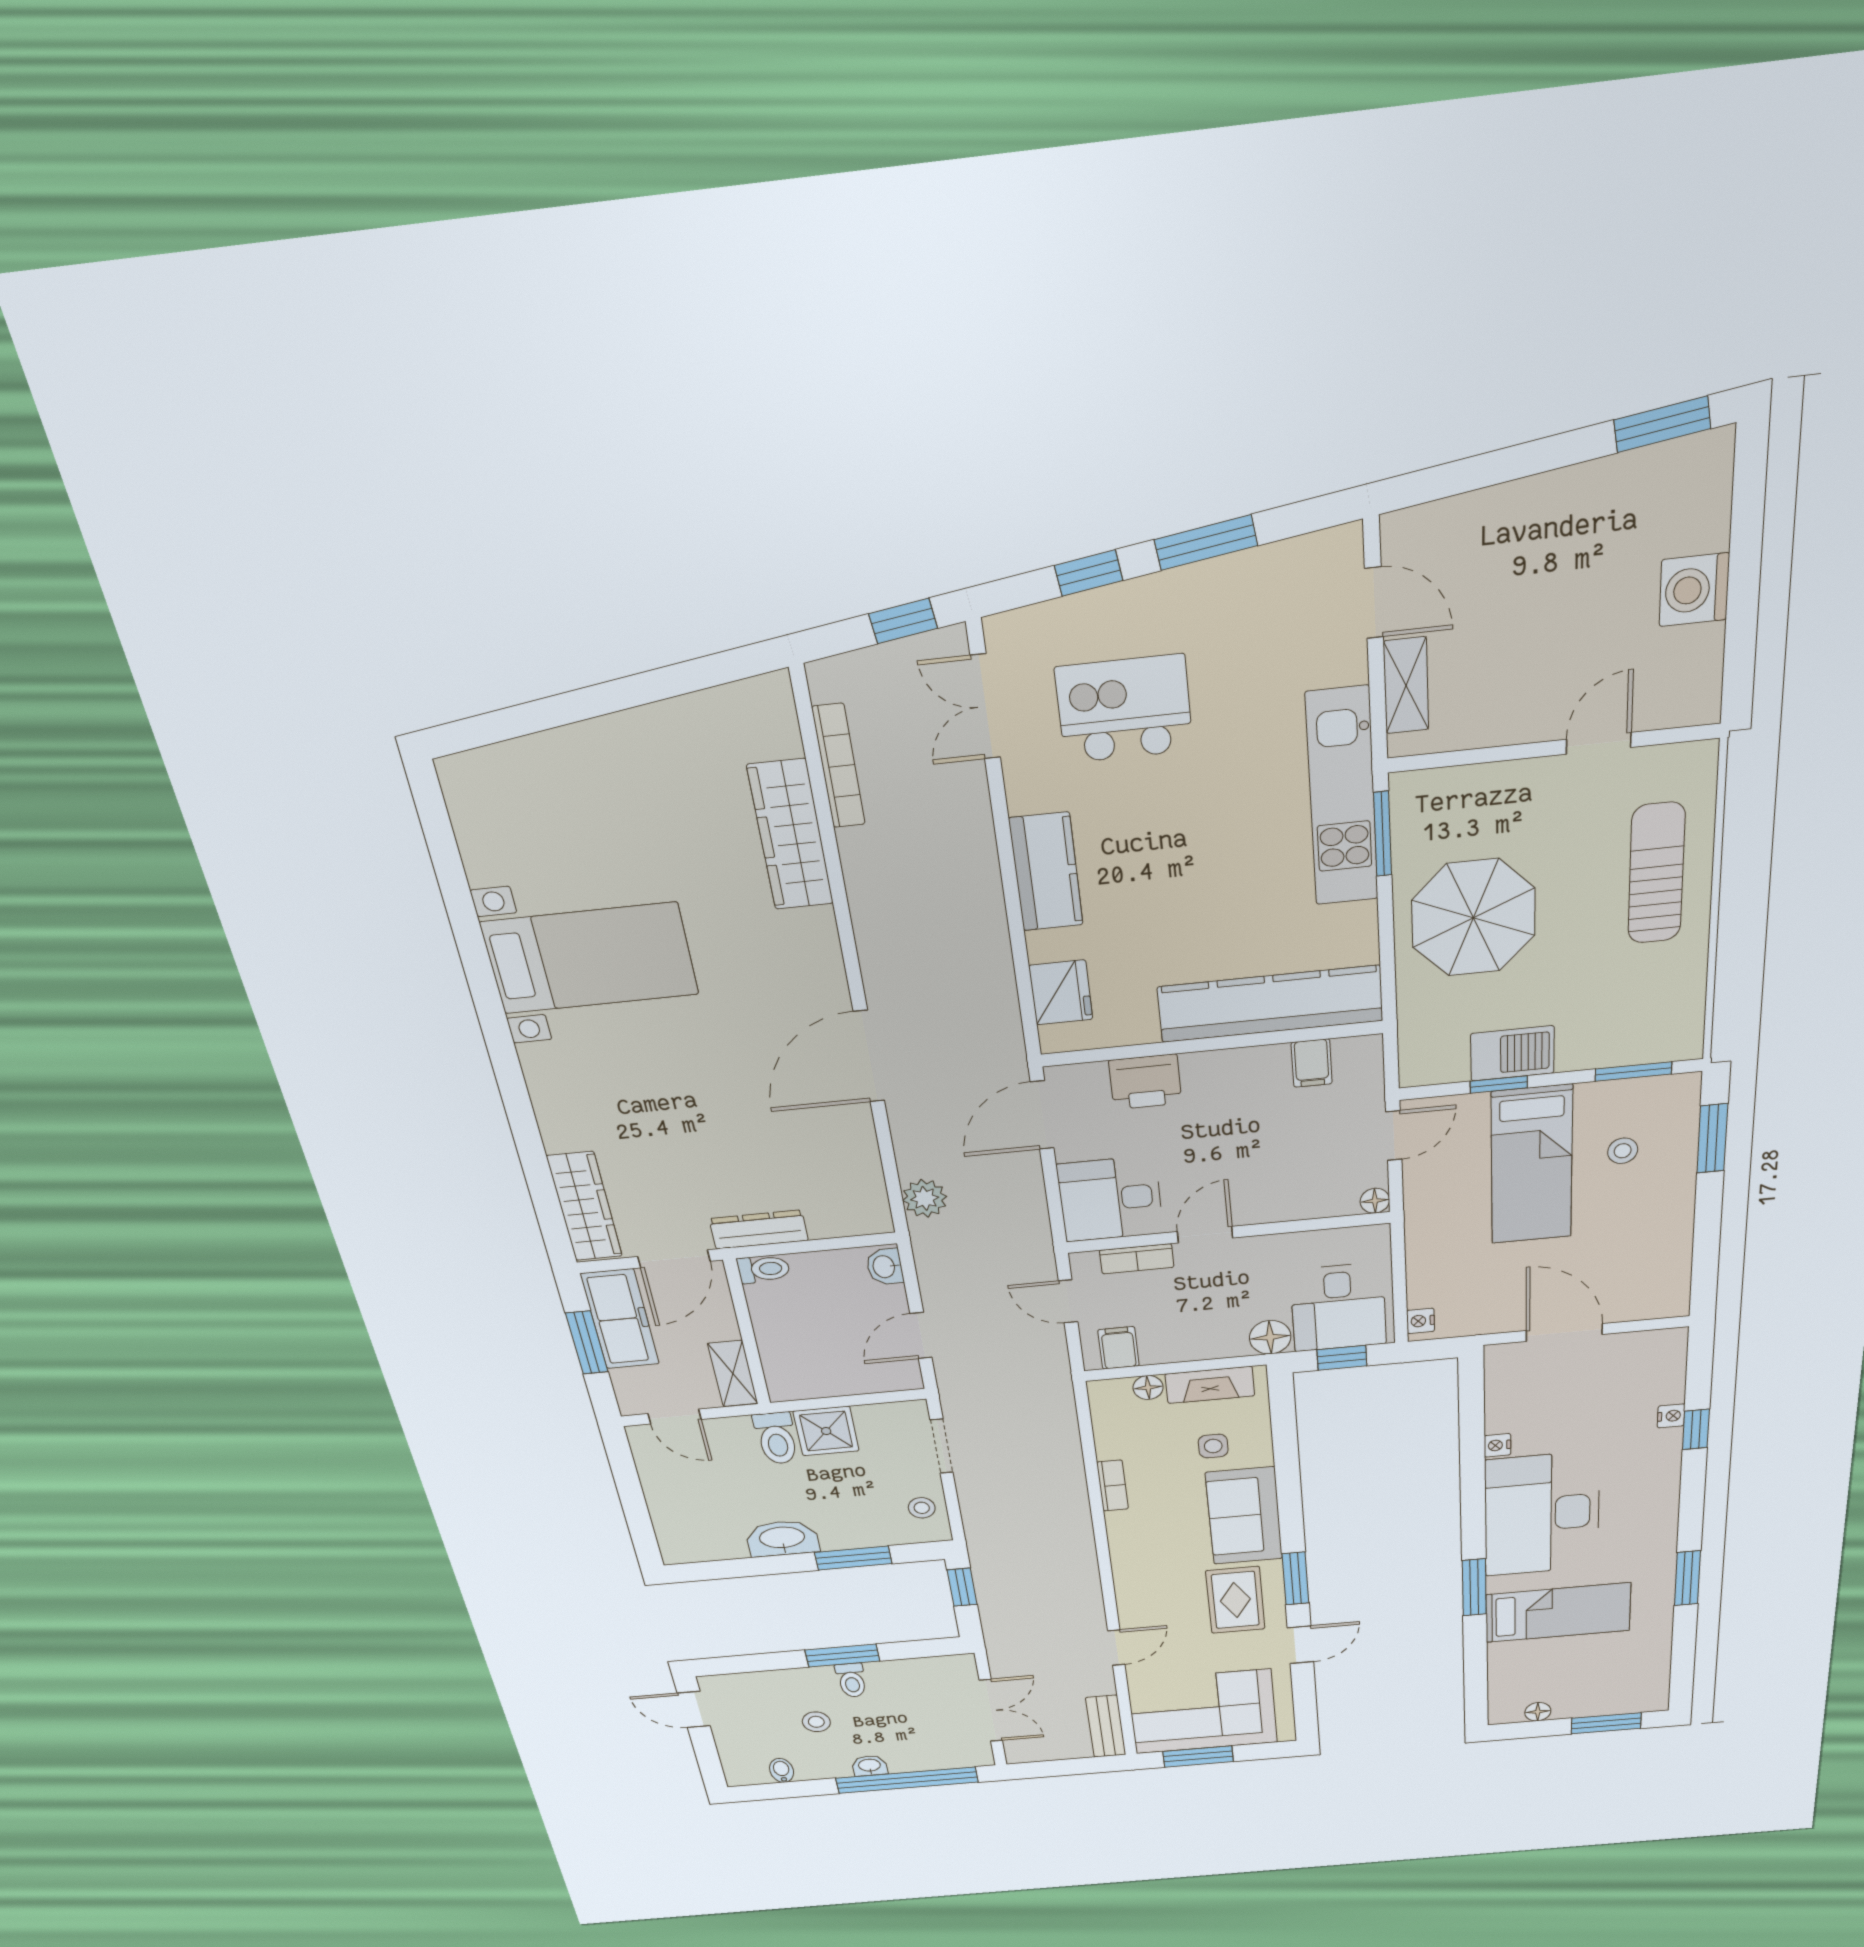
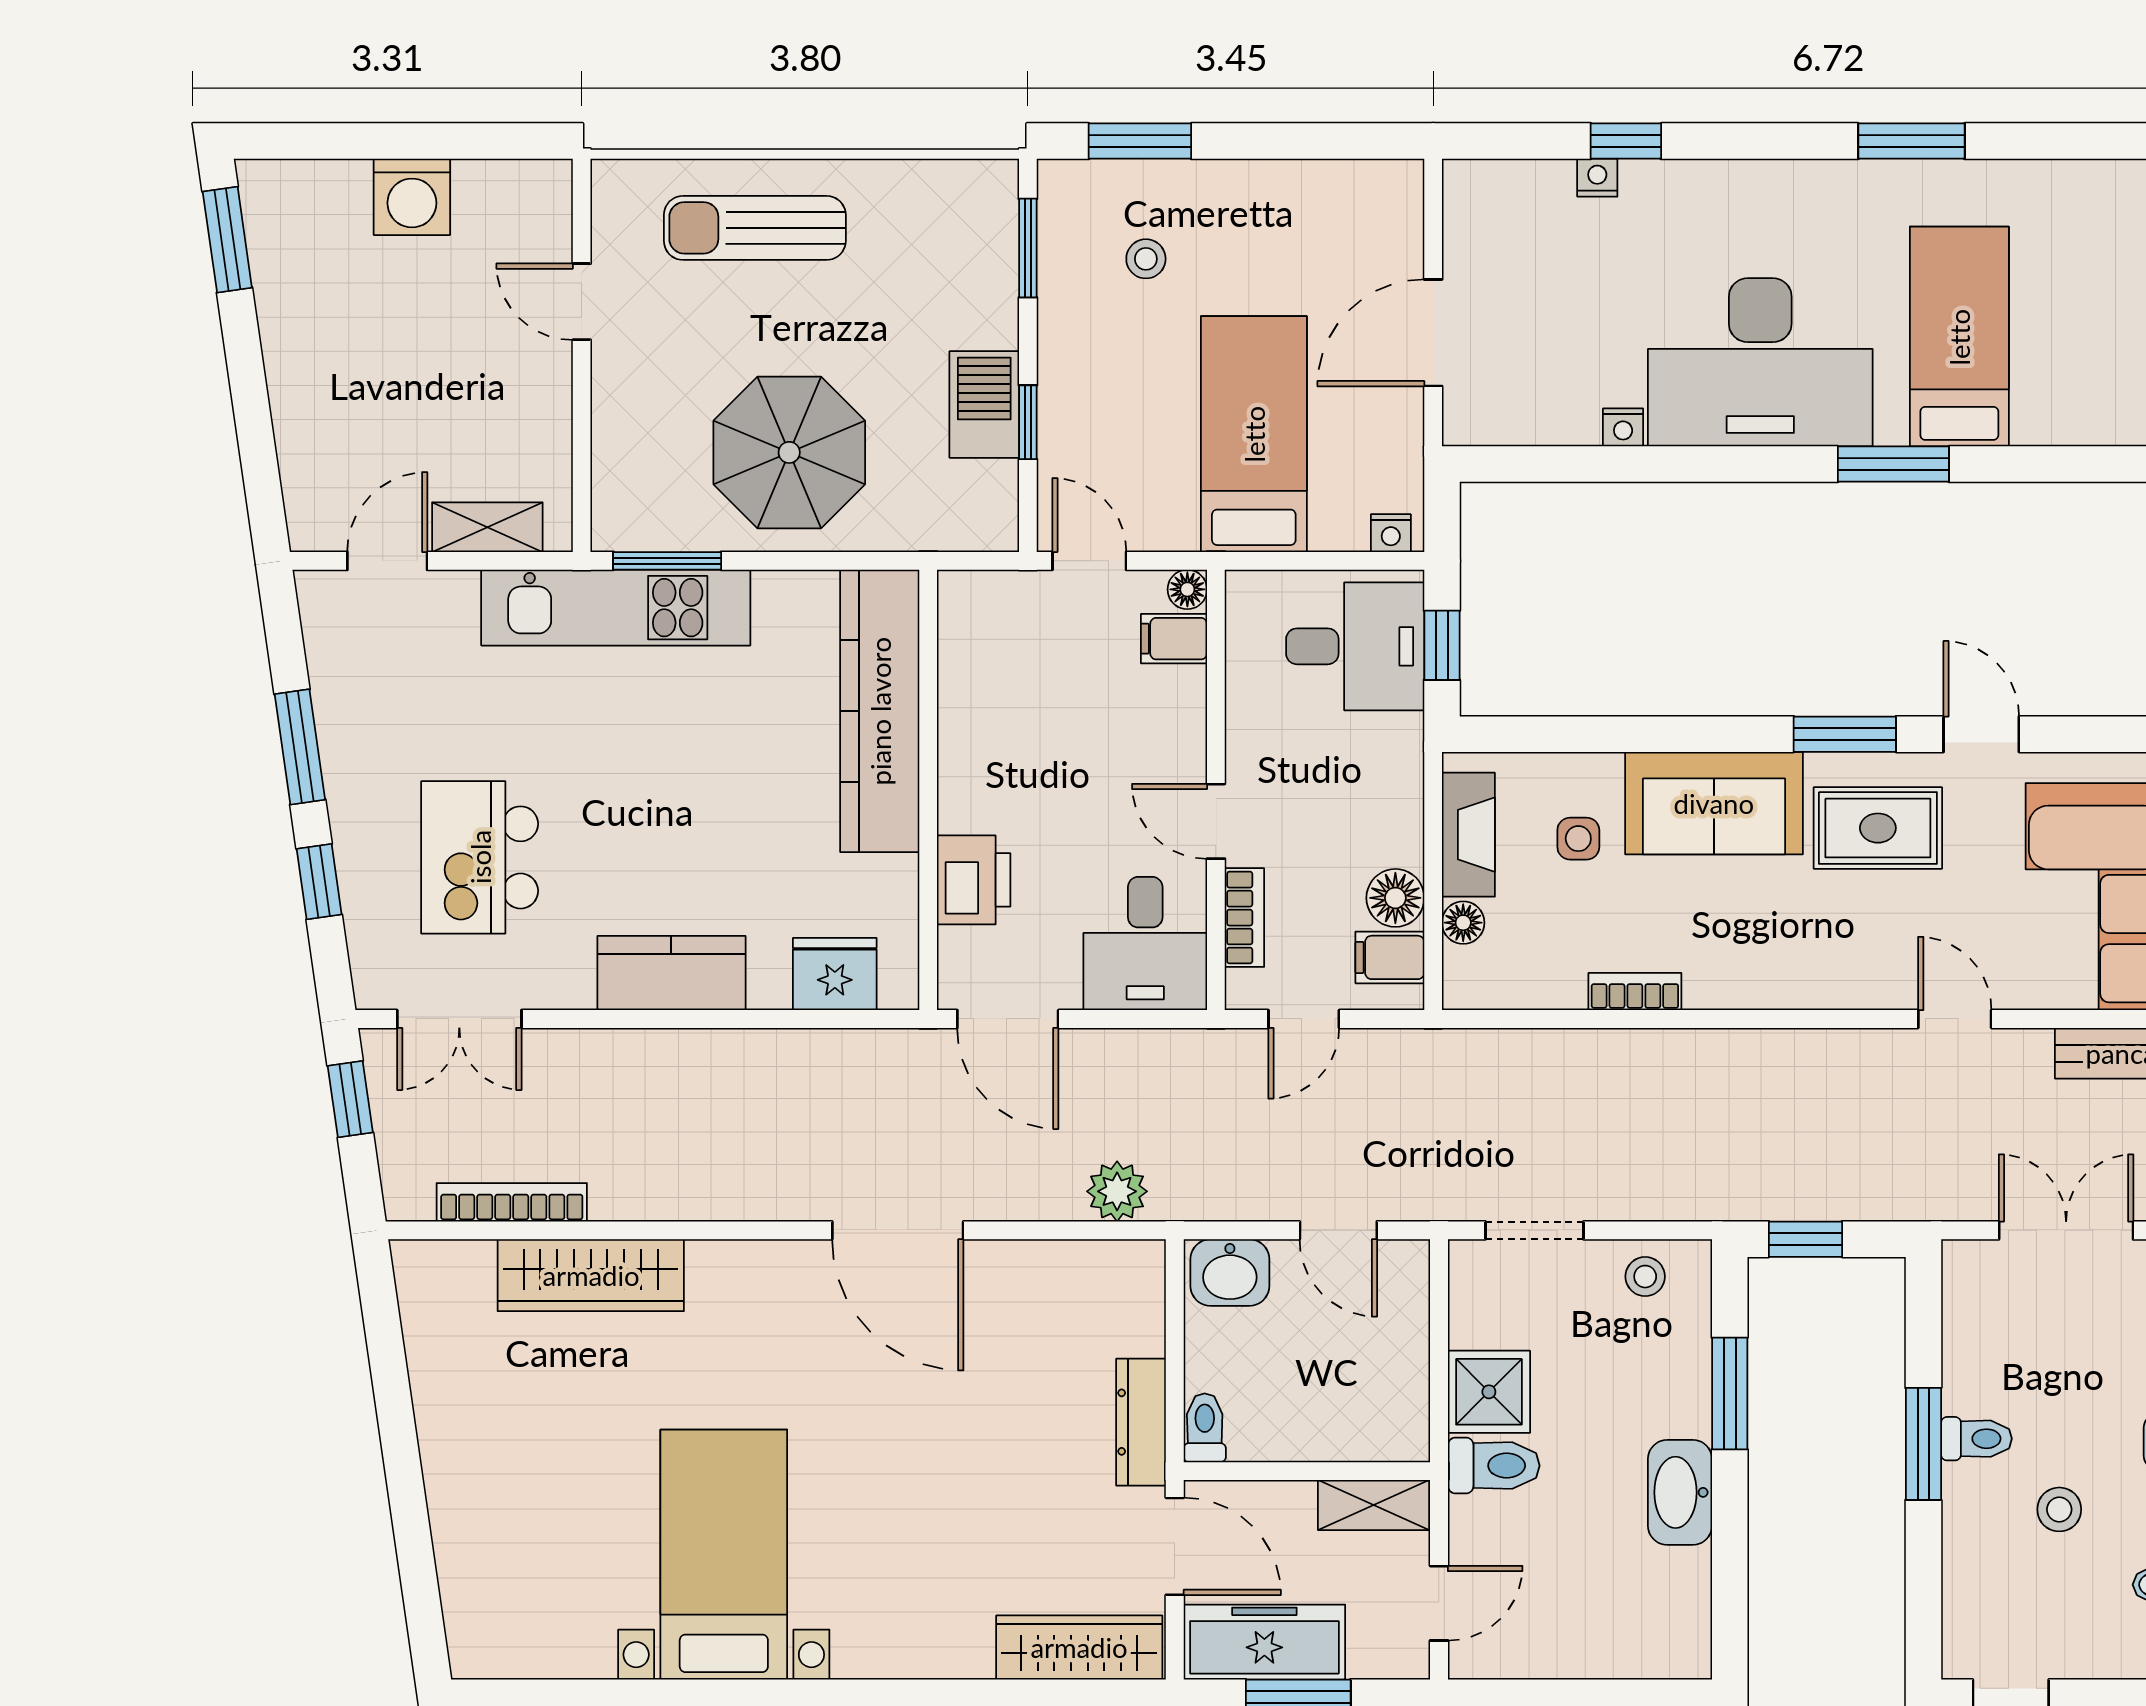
filing cabinet: (1312, 1063) -> (1174, 639), moved, turned 180
bed: (1532, 1165) -> (1254, 434), moved, turned -90
washbasin: (885, 1267) -> (1230, 1273), width x1.38, depth x1.45
floor lamp: (1270, 1337) -> (1395, 898), moved

